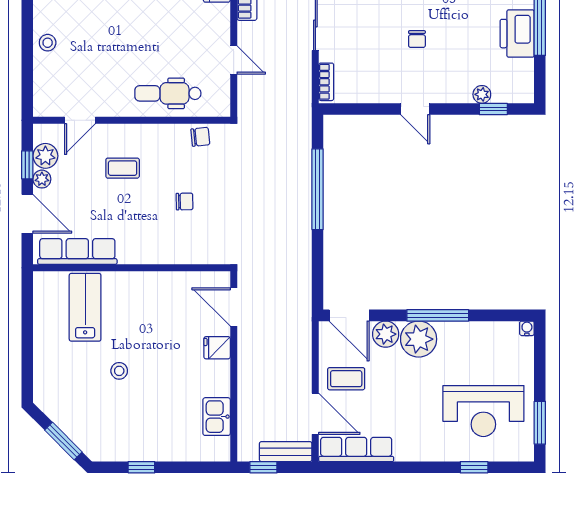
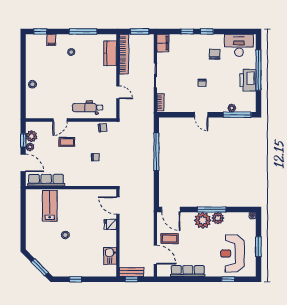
window: (493, 109) -> (237, 115), width x2.17
door: (80, 120) -> (60, 120), moved
plant: (386, 334) -> (218, 218), moved
reception desk: (483, 411) -> (233, 253), turned 90
window: (540, 423) -> (258, 247), moved
row of seats: (356, 449) -> (188, 271), moved
bench: (286, 452) -> (131, 272), moved

